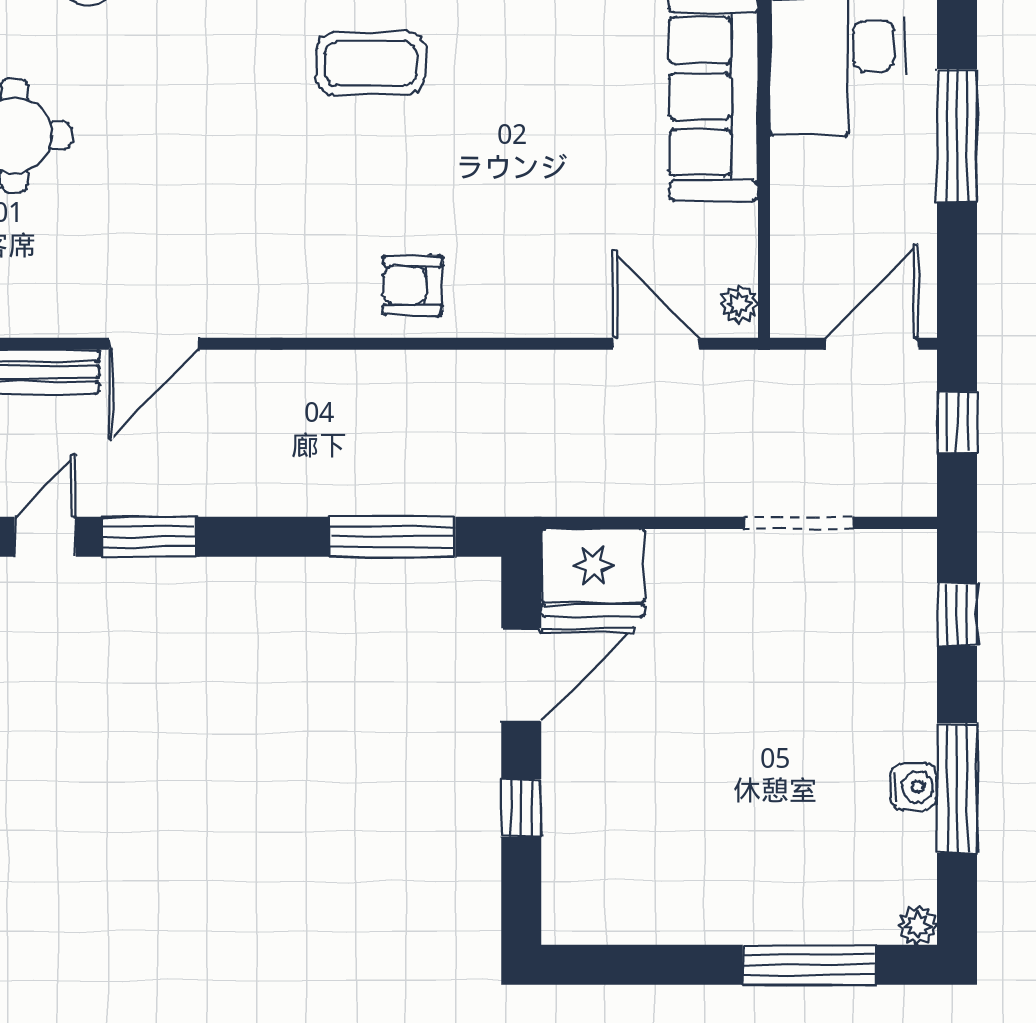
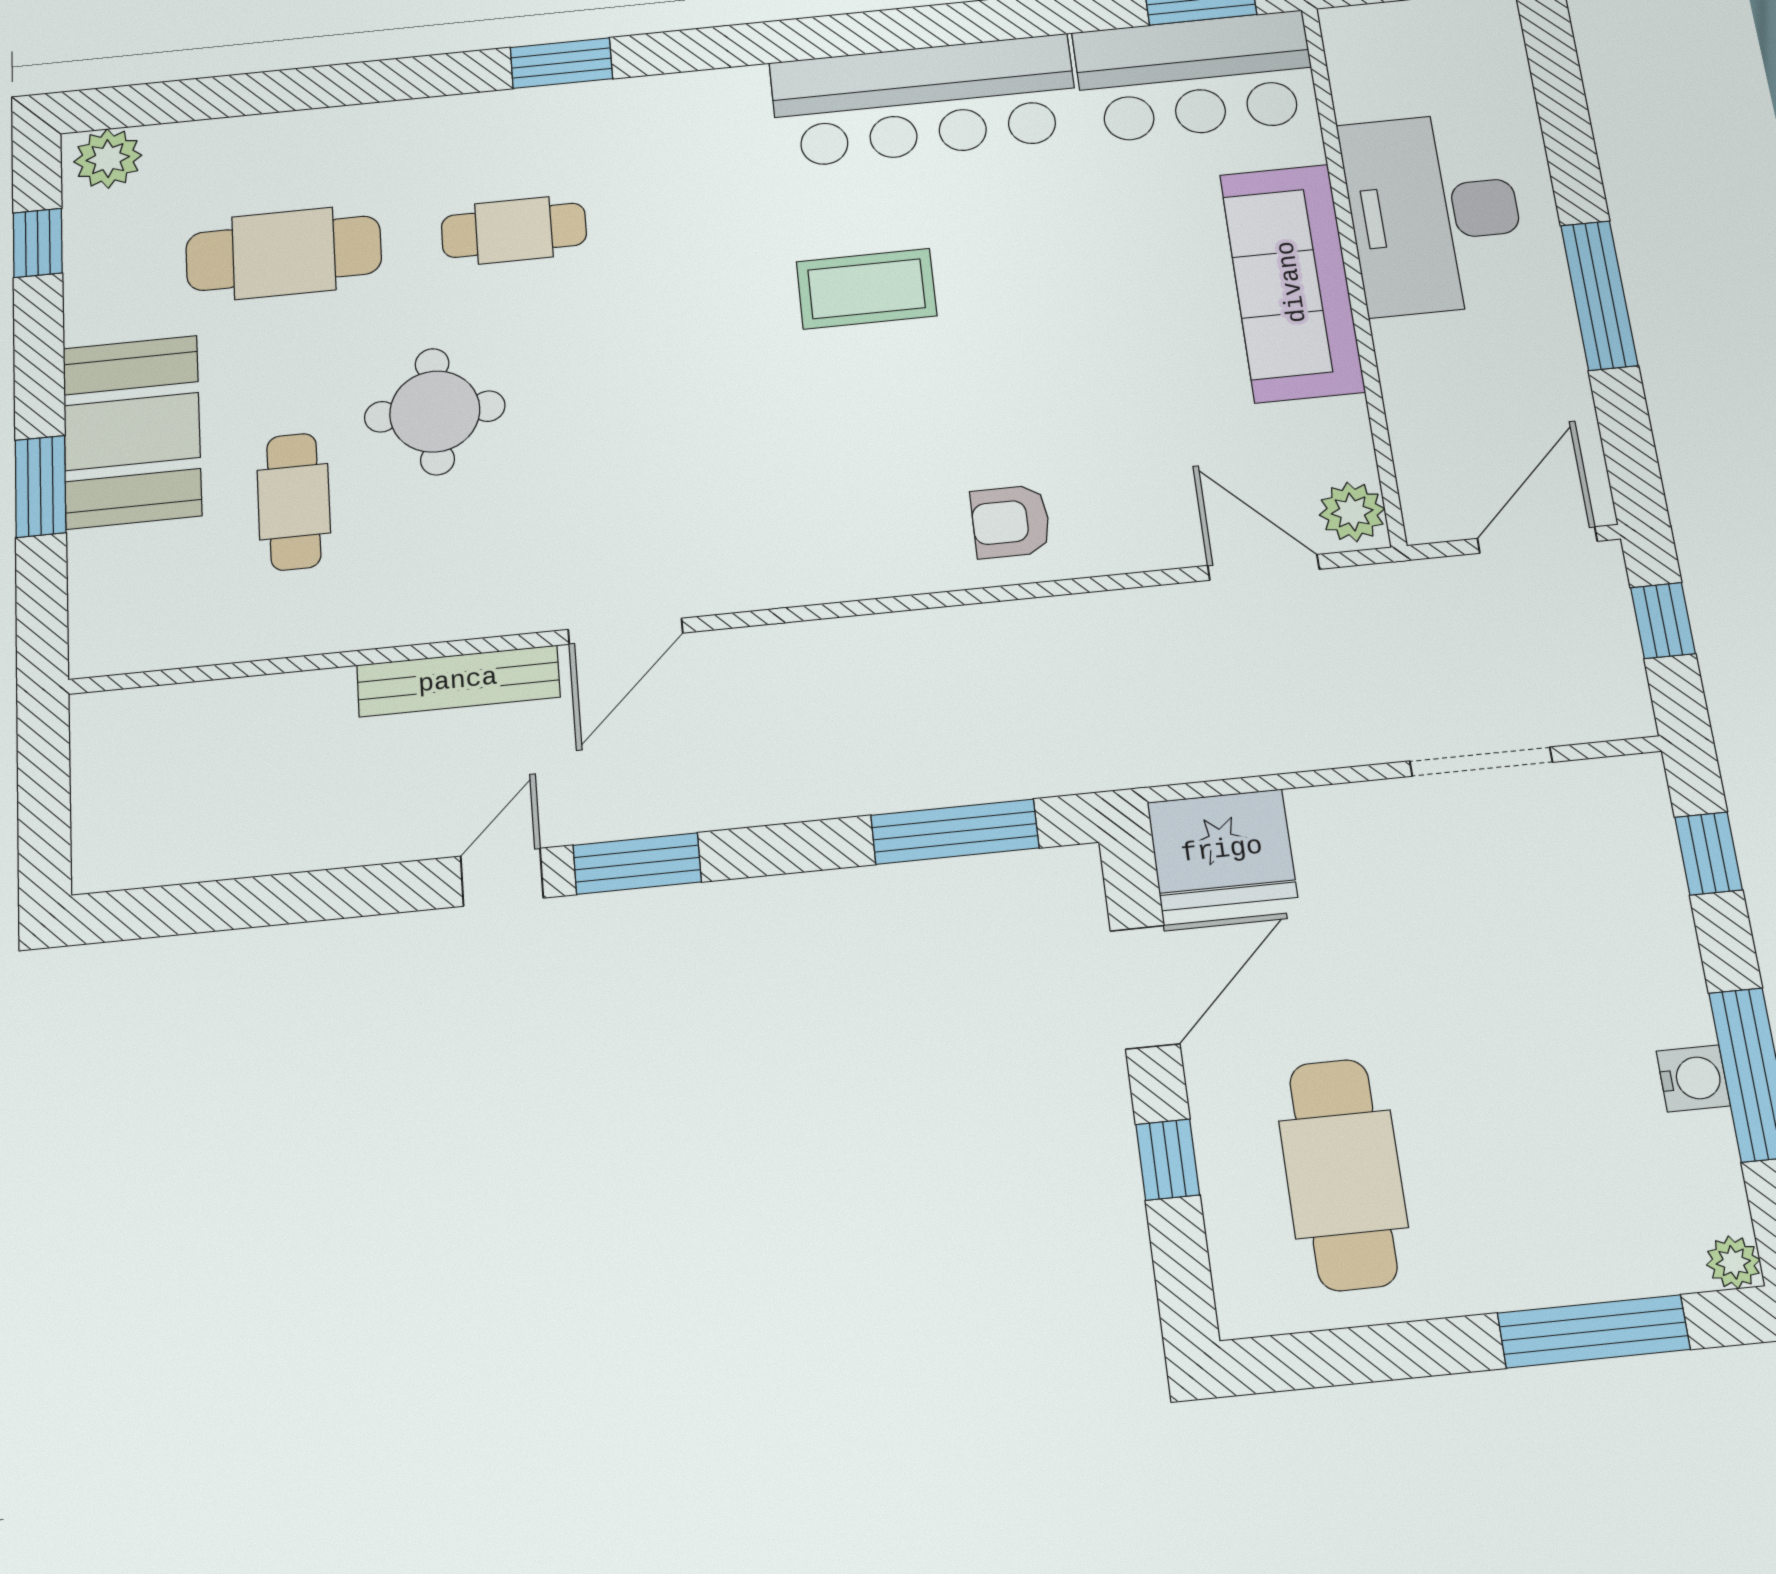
armchair: (413, 285) -> (1011, 522), moved
plant: (739, 304) -> (1352, 512), width x1.38, depth x1.38
cafe table: (647, 832) -> (1343, 1174), added

